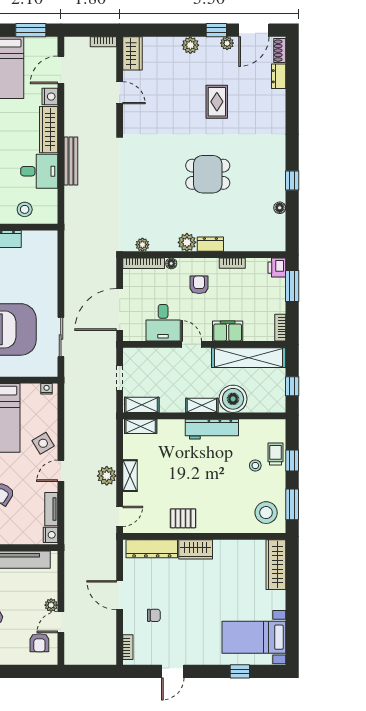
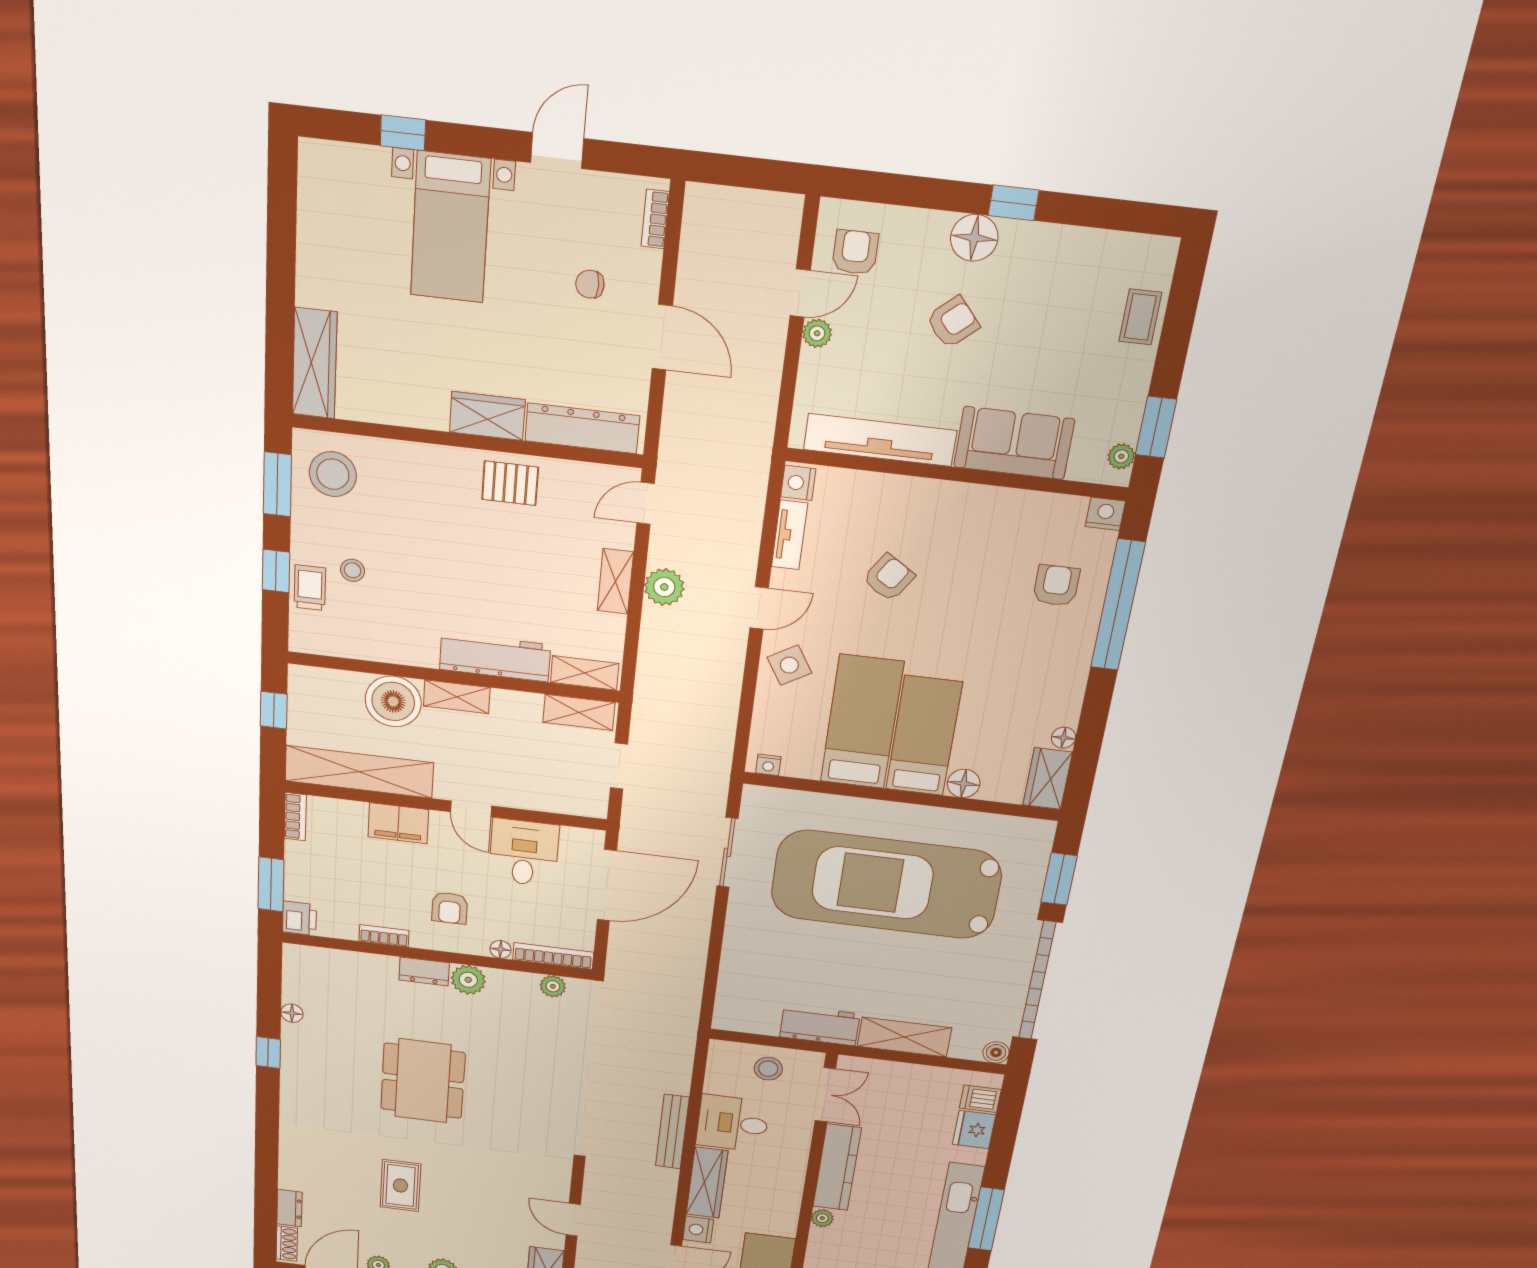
dining table: (208, 174) -> (423, 1081), width x1.38
workbench: (212, 429) -> (495, 657), moved
trolley: (276, 454) -> (310, 588), turned 180
bed with nightstands: (254, 637) -> (450, 227), moved, turned 90

